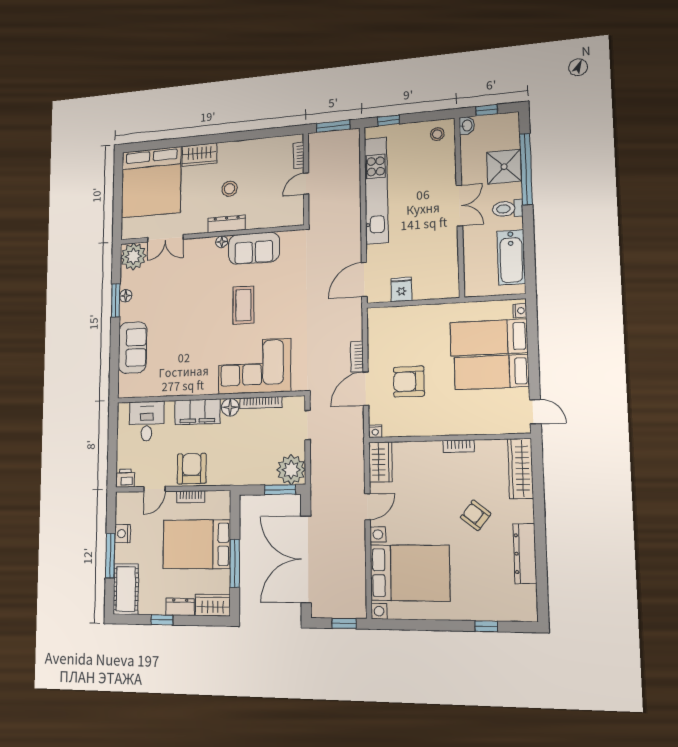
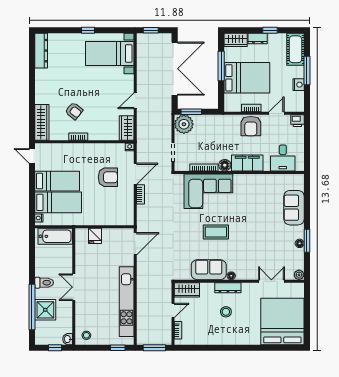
wardrobe: (199, 155) -> (187, 290), moved, turned 180
plant: (133, 256) -> (299, 275), width x0.53, depth x0.53
bathtub: (511, 257) -> (55, 236), moved, turned 90
fridge: (401, 289) -> (95, 236), moved
coffee table: (243, 305) -> (216, 232), turned 90
armchair: (476, 515) -> (74, 111), moved
dresser: (525, 554) -> (41, 51), moved
bed with nightstands: (410, 573) -> (110, 53), width x0.73
window: (486, 626) -> (88, 30), moved

